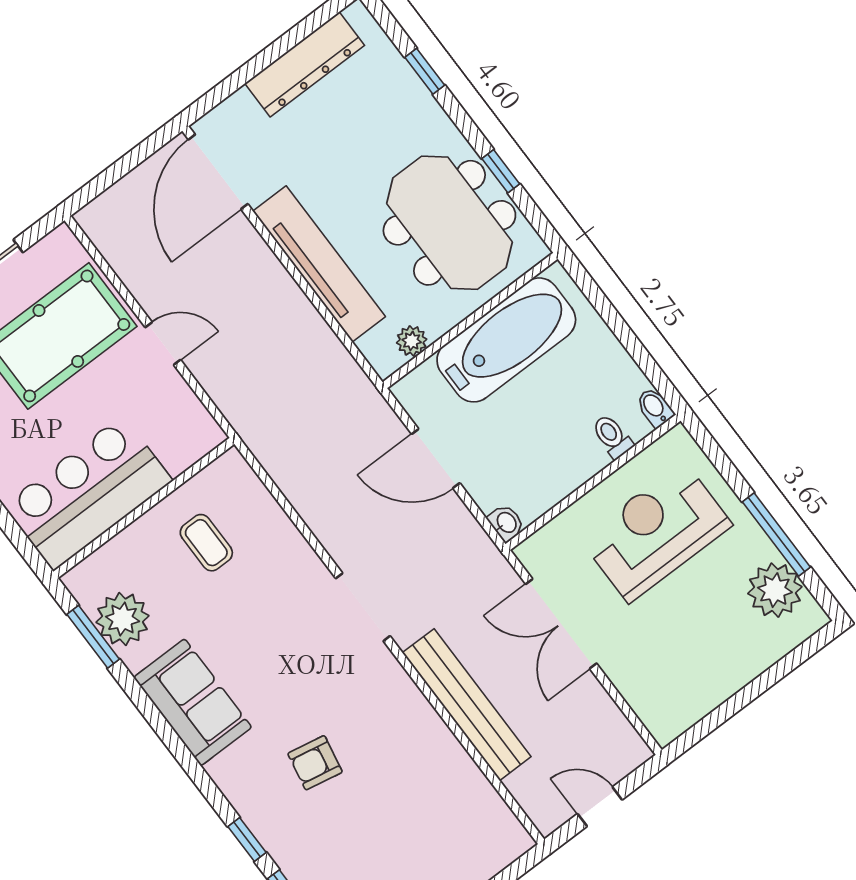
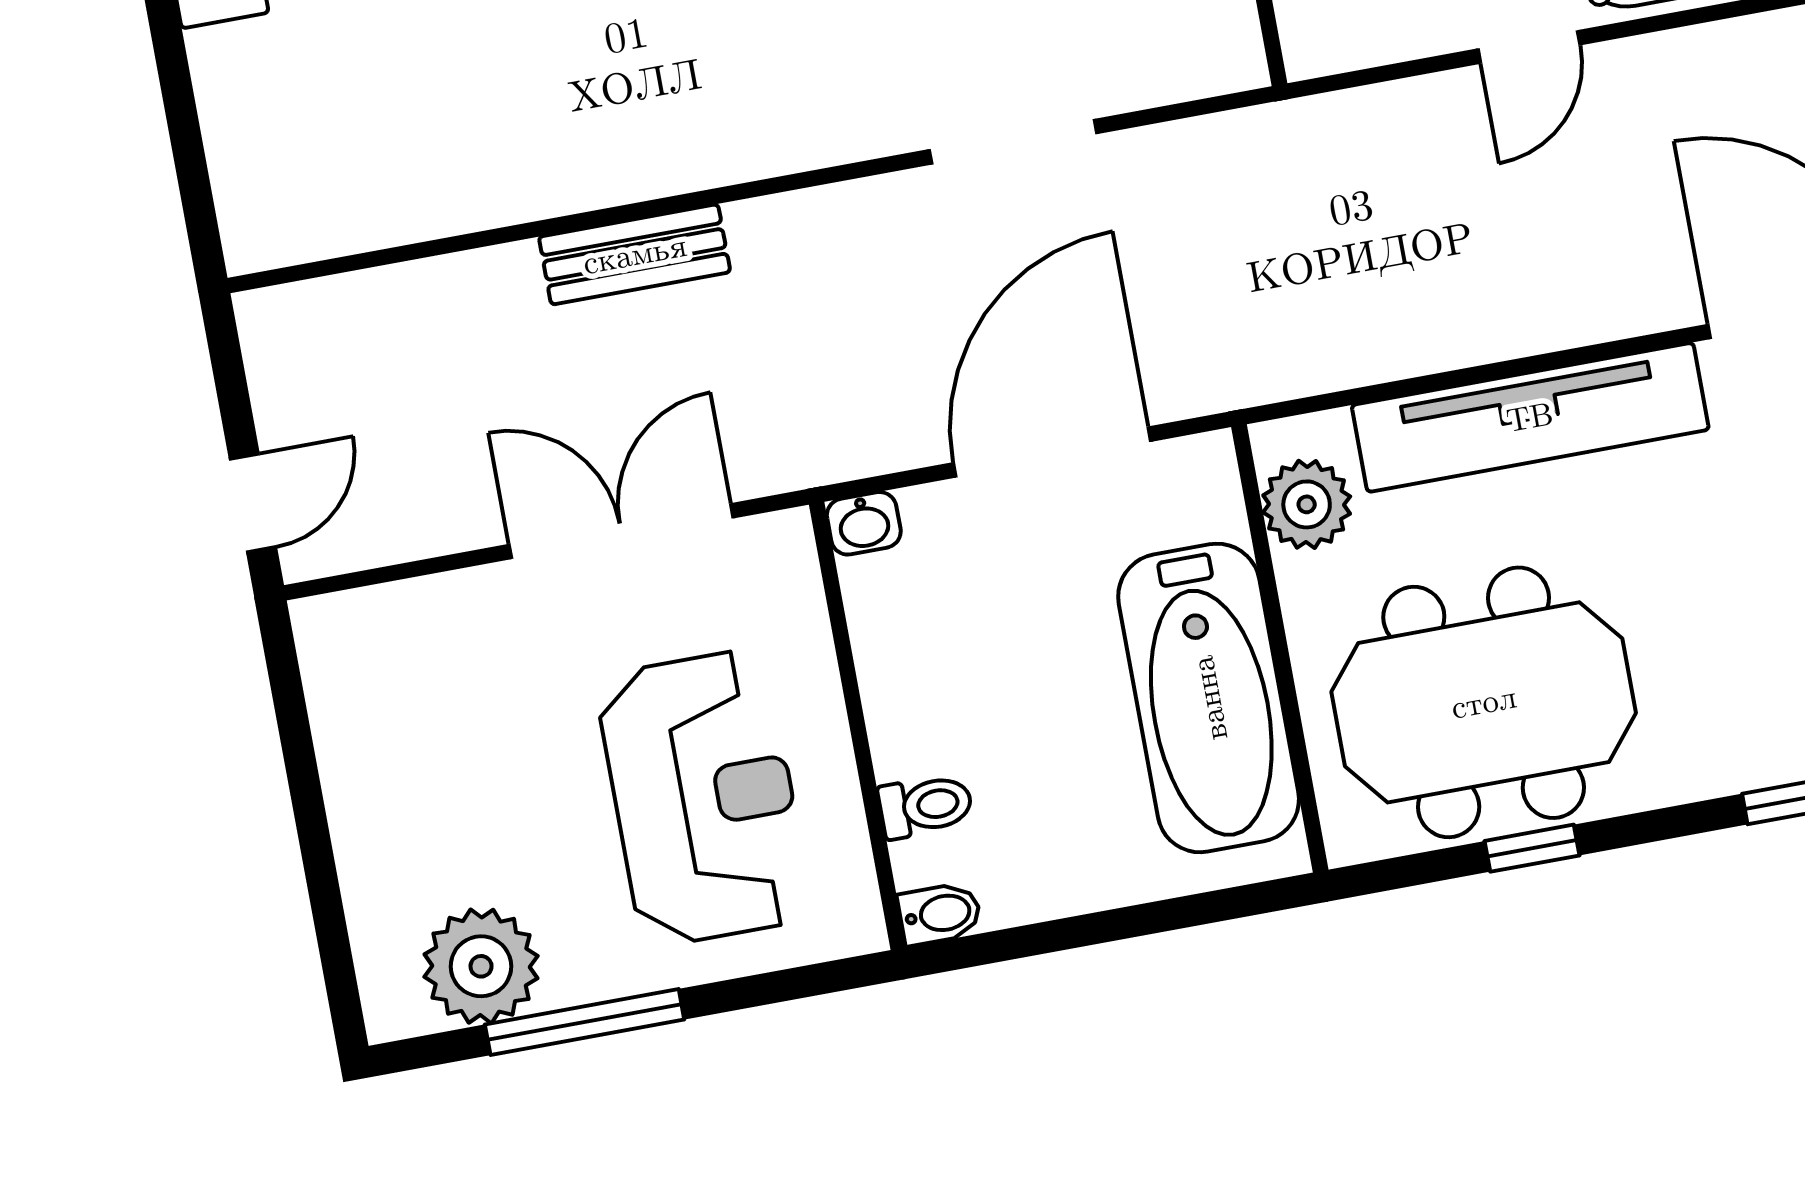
plant: (412, 341) -> (1307, 504), width x1.38, depth x1.38
door: (436, 459) -> (1052, 452), width x1.36
doorway: (363, 607) -> (1013, 142), moved
bench: (467, 705) -> (635, 254), width x0.54, depth x0.82
door: (600, 807) -> (253, 503), moved

